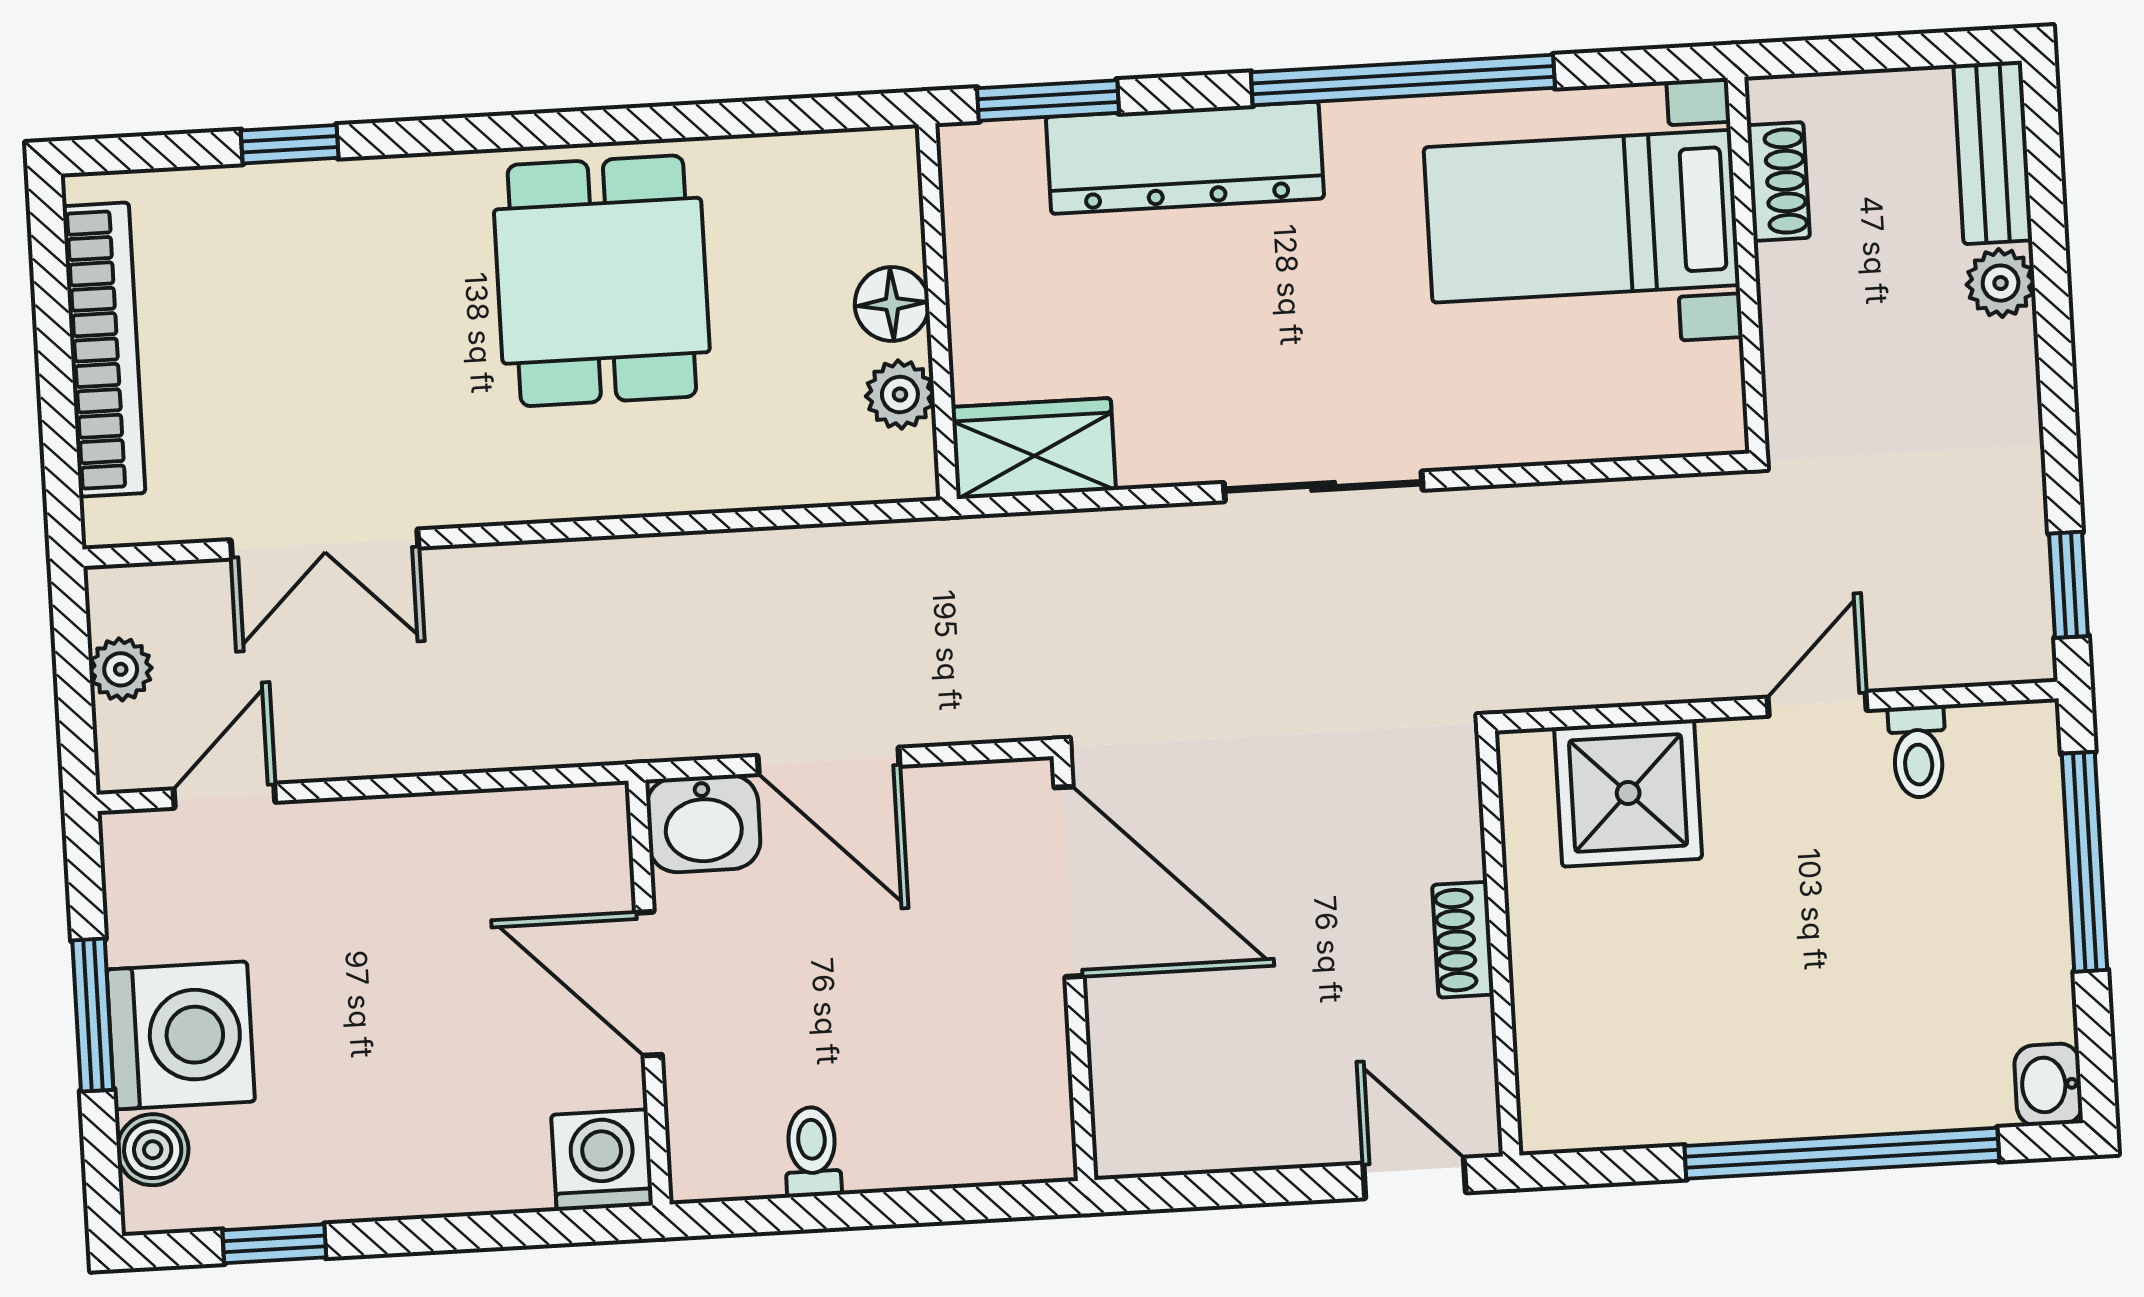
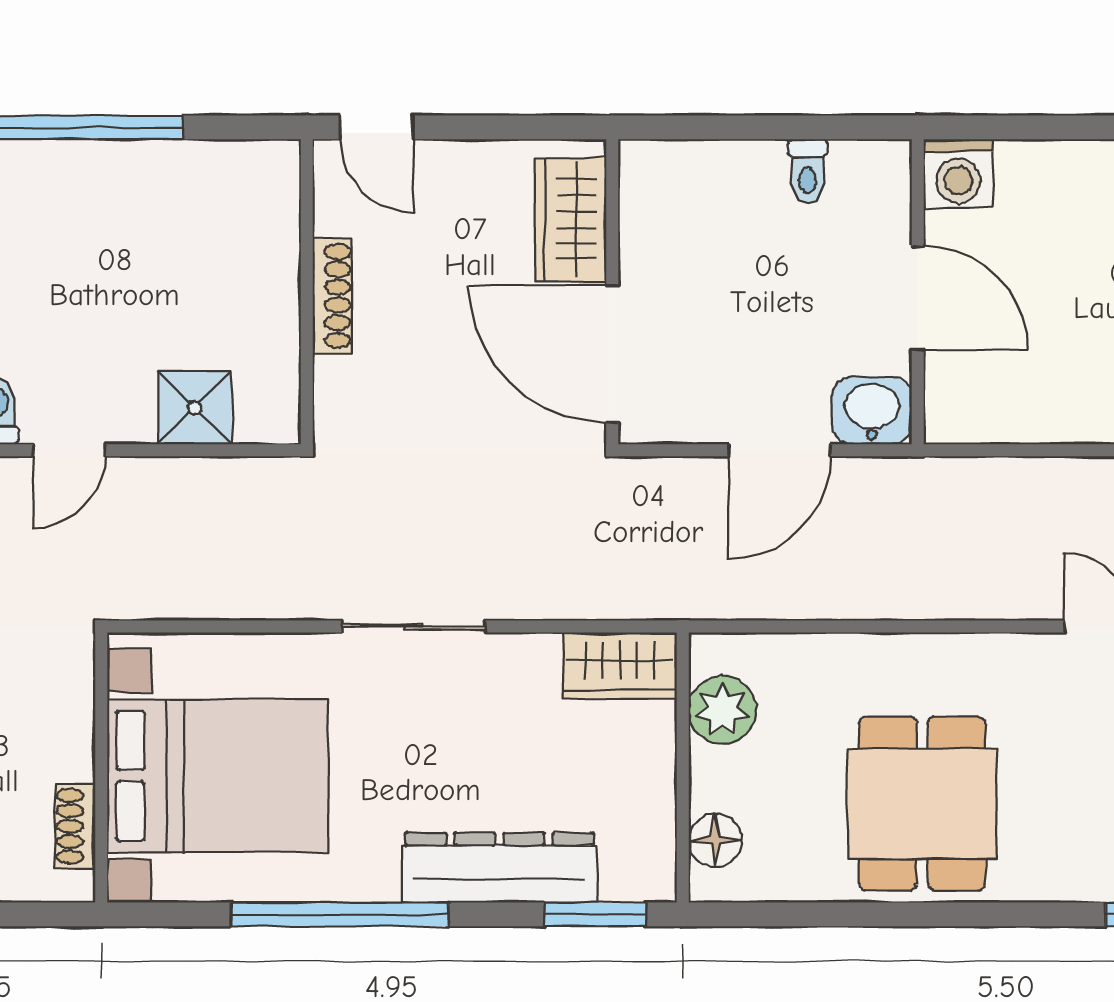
bed with nightstands: (1582, 216) -> (217, 776), width x1.36
floor lamp: (892, 304) -> (715, 840), moved
plant: (900, 395) -> (723, 710), width x1.38, depth x1.38
door: (829, 761) -> (780, 450), swing flipped
shower: (1628, 793) -> (195, 408), width x0.73, depth x0.73
shoe rack: (1463, 940) -> (332, 296), width x1.43
wardrobe: (1138, 1065) -> (571, 219), added

